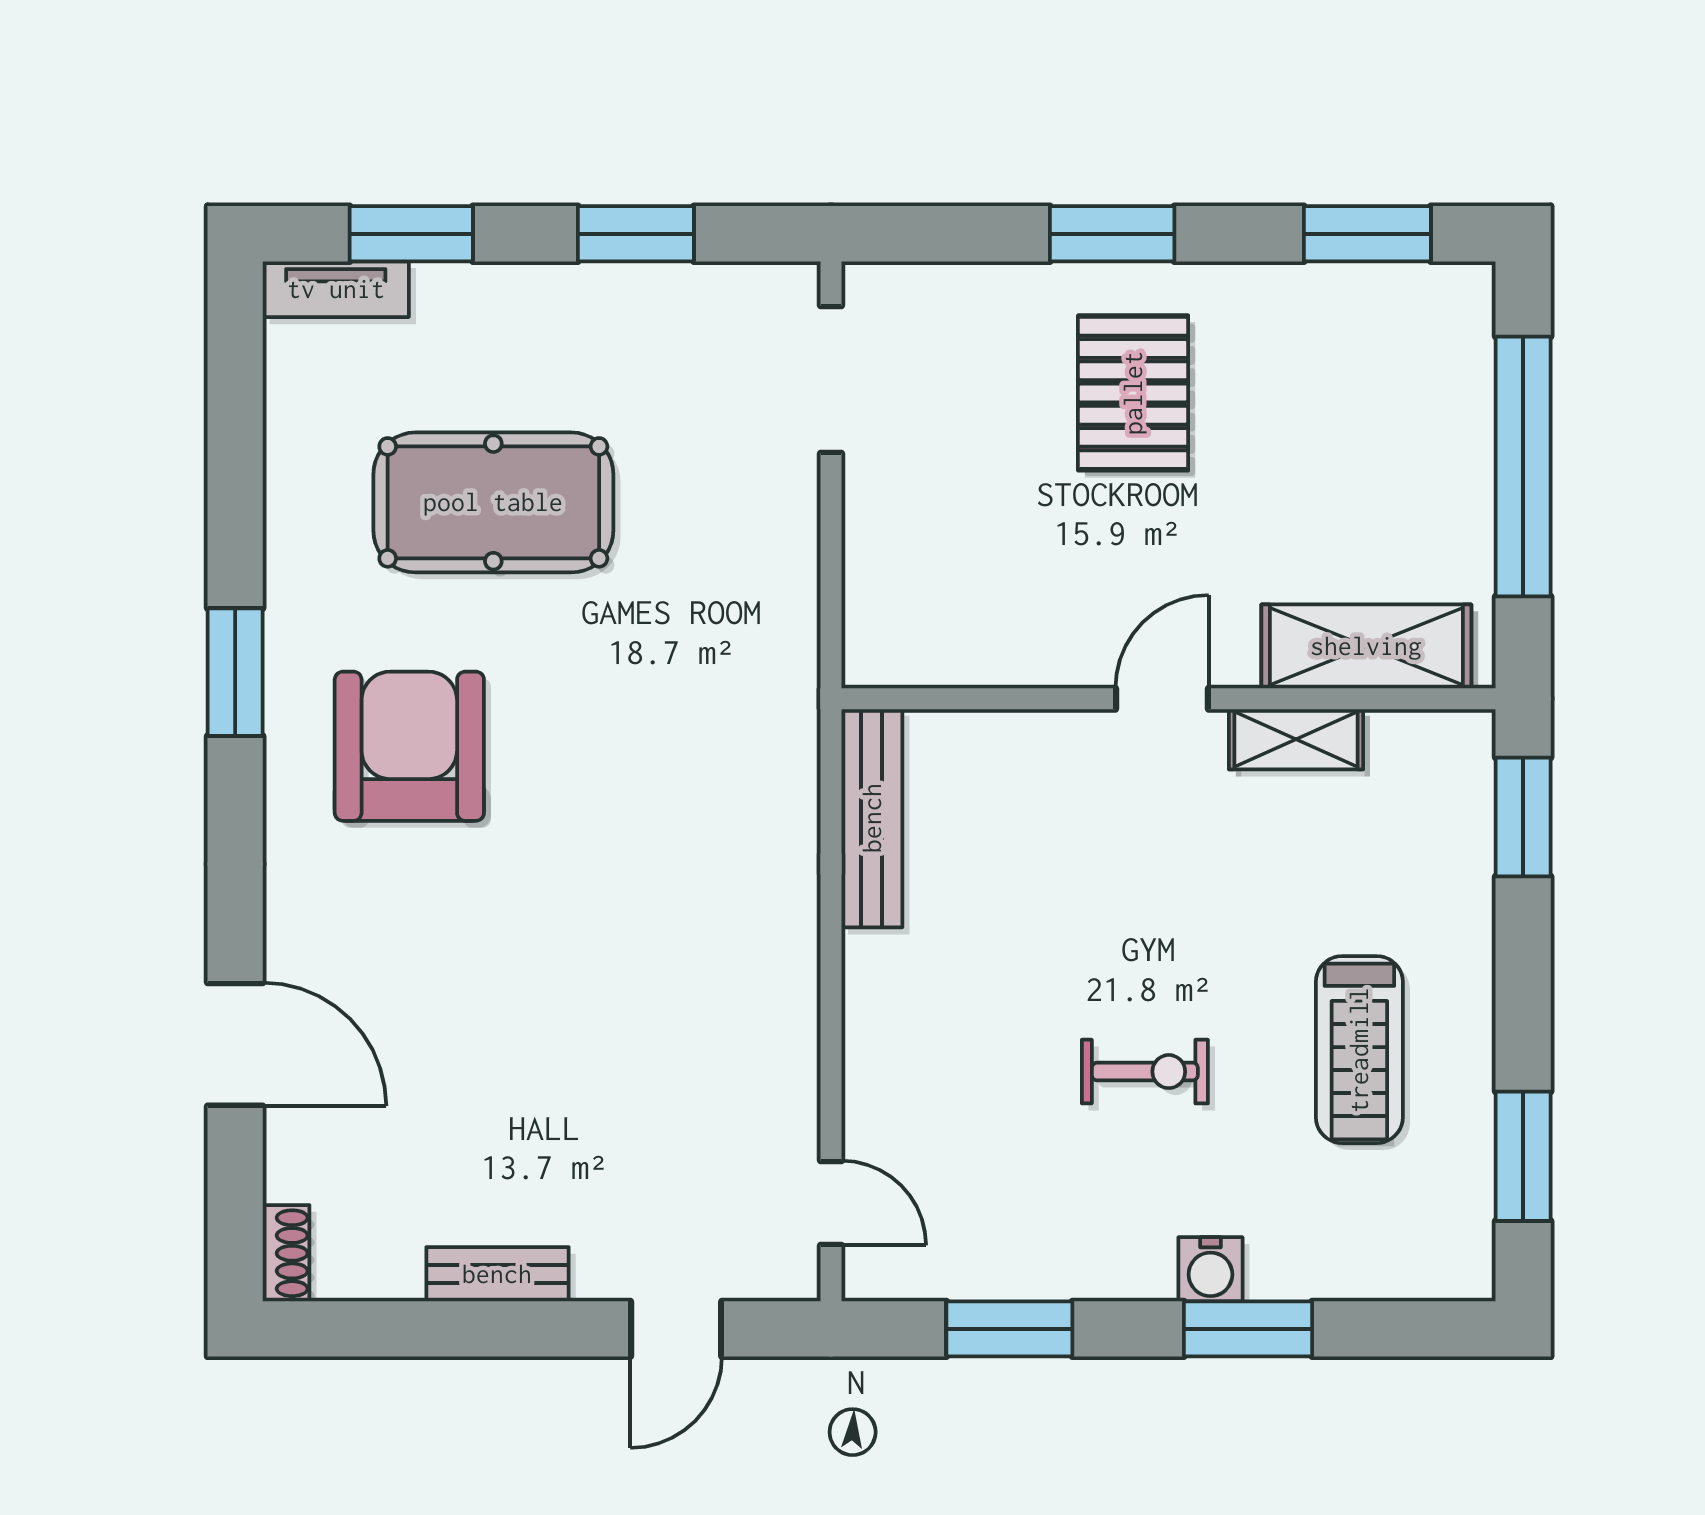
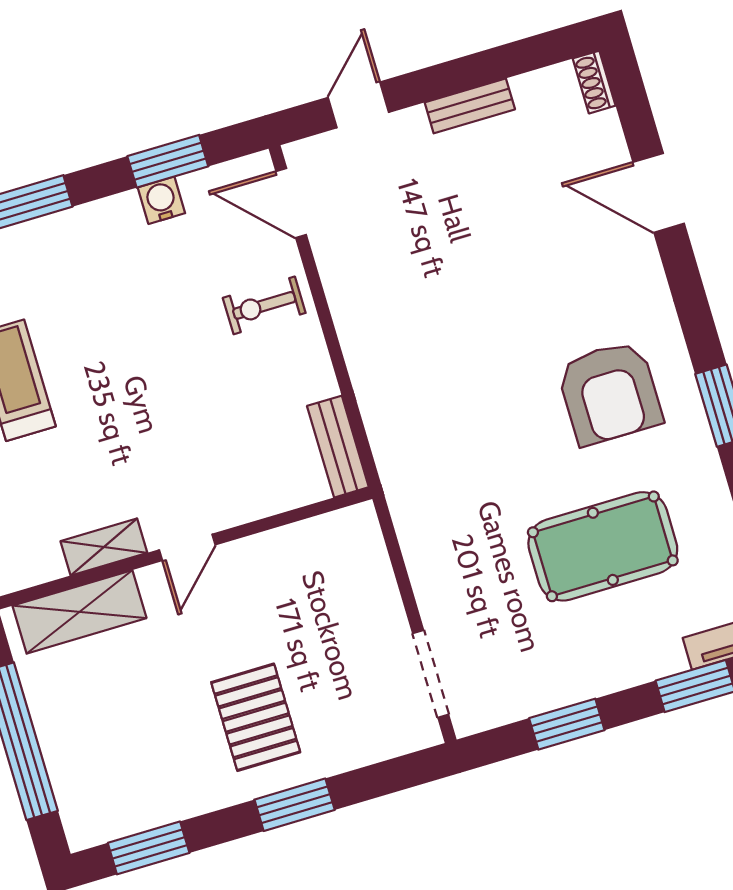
bench: (872, 818) -> (338, 447), width x0.73
exercise bike: (1145, 1072) -> (264, 305), moved
door: (831, 1203) -> (291, 203), width x1.37
water cooler: (1210, 1269) -> (161, 200), moved

